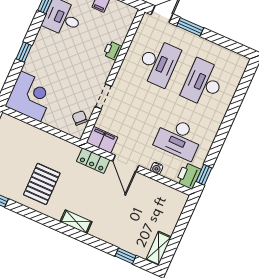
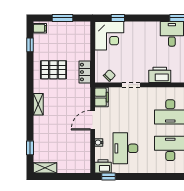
printer: (113, 51) -> (160, 75), width x1.87, depth x1.48
window: (24, 52) -> (118, 18), moved
locker: (93, 161) -> (85, 72), moved

